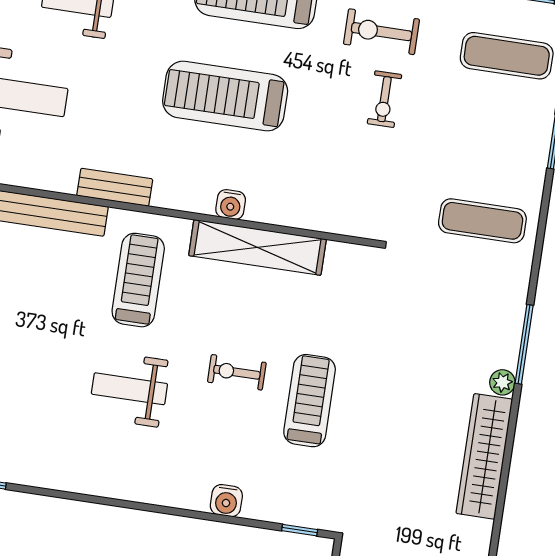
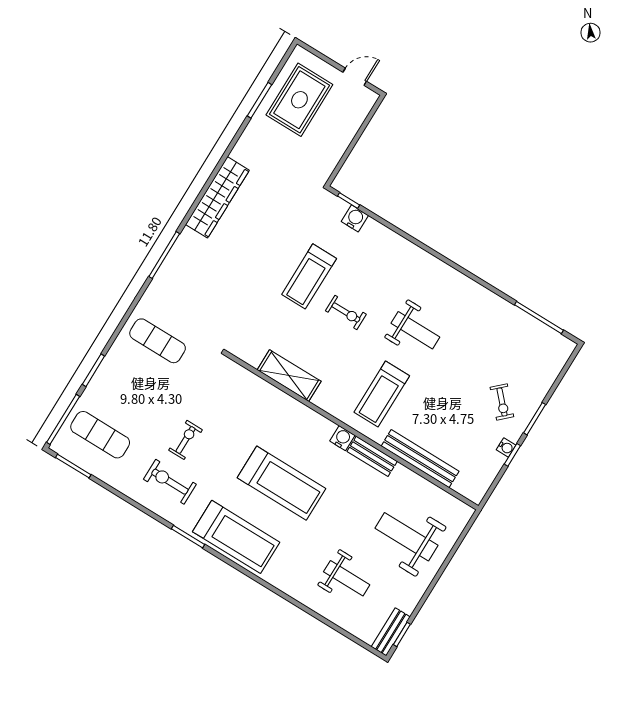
exercise bike: (381, 32) -> (170, 482), turned 180
water cooler: (231, 204) -> (342, 438), moved
shelving: (257, 247) -> (289, 376), width x0.68
plant: (502, 382) -> (187, 238), removed
water cooler: (226, 501) -> (355, 218), moved

